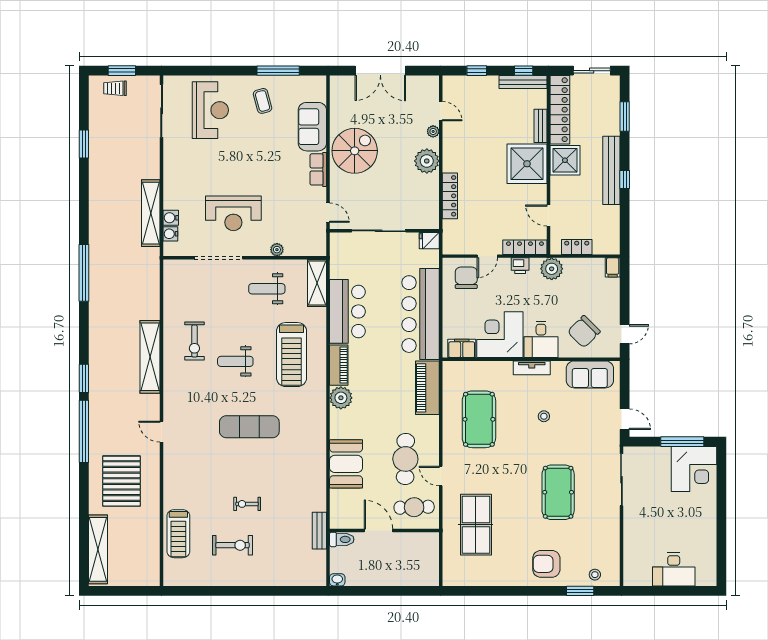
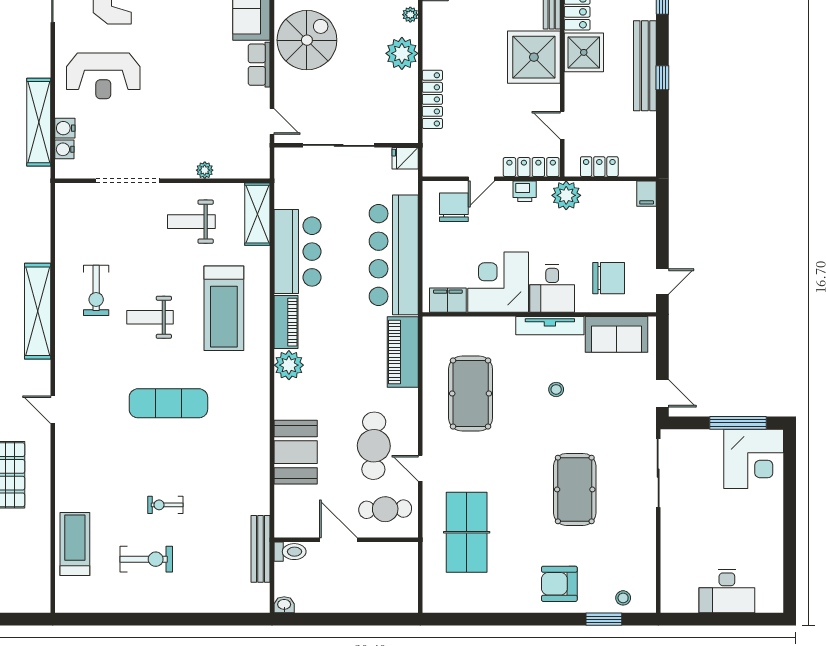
reception desk: (233, 213) -> (103, 76), moved
chair: (584, 332) -> (609, 278), turned -135
tv unit: (532, 368) -> (550, 326), width x1.41
bench: (319, 531) -> (261, 549), width x1.36
treadmill: (178, 534) -> (75, 544), turned 180

